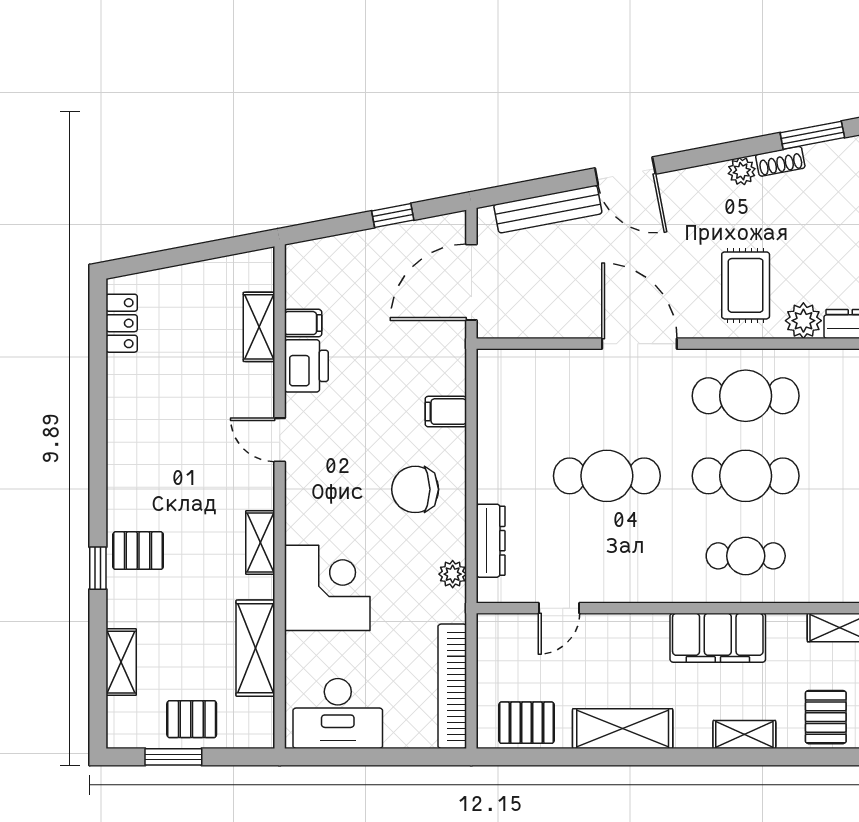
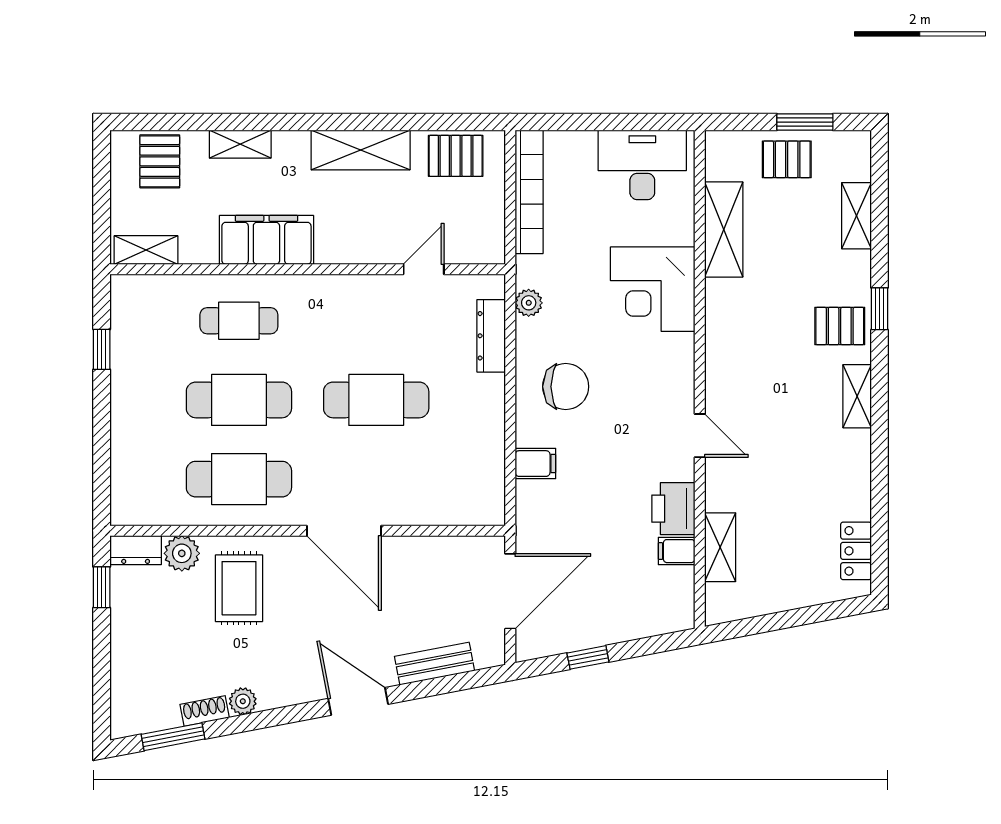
bench: (548, 209) -> (435, 664), width x0.73
shelving: (260, 543) -> (857, 396), moved

